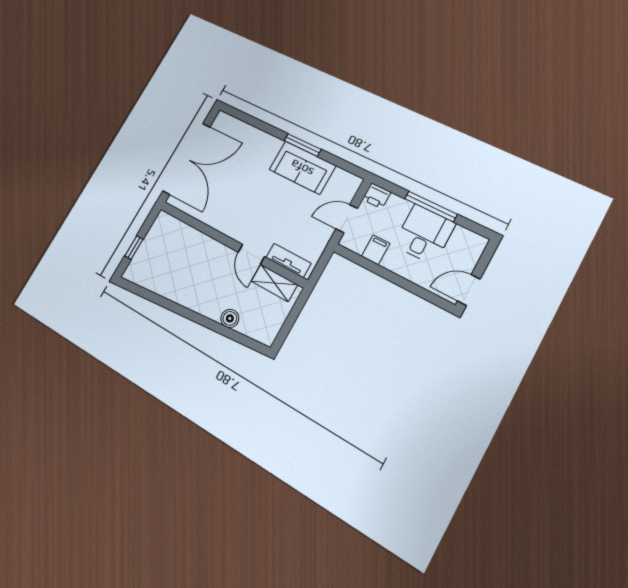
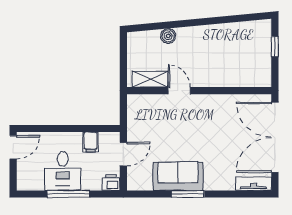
tv unit: (288, 260) -> (253, 184), moved, turned 180

